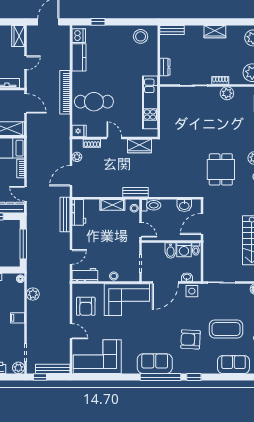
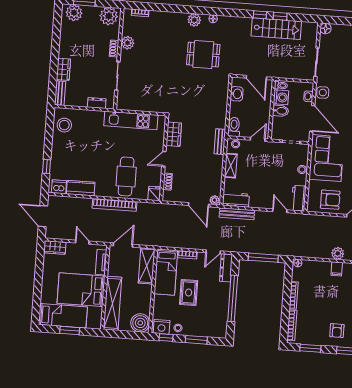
wardrobe: (215, 32) -> (63, 69), moved
plant: (77, 157) -> (214, 200), moved
plant: (33, 294) -> (338, 253), moved

